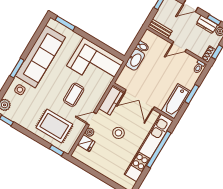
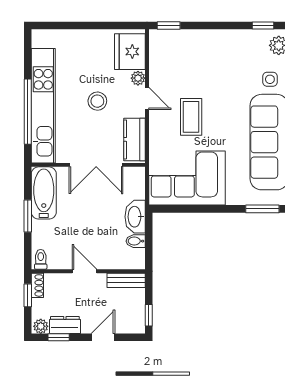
door: (179, 47) -> (85, 271), hinge flipped
double door: (139, 99) -> (96, 165), swing flipped
door: (91, 119) -> (147, 98), hinge flipped
rug: (54, 126) -> (192, 57), removed
fridge: (86, 143) -> (130, 52), width x1.88, depth x1.34

